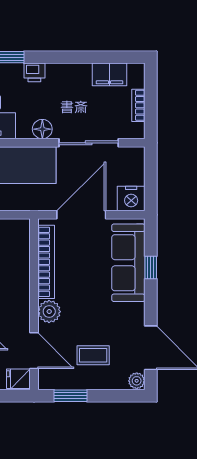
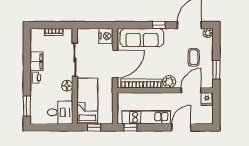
printer: (34, 72) -> (35, 78), moved
filing cabinet: (110, 74) -> (37, 61), moved
door: (81, 215) -> (115, 64), swing flipped
window: (151, 267) -> (159, 25), moved

